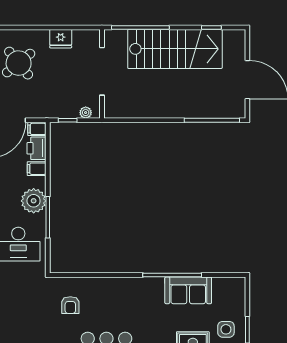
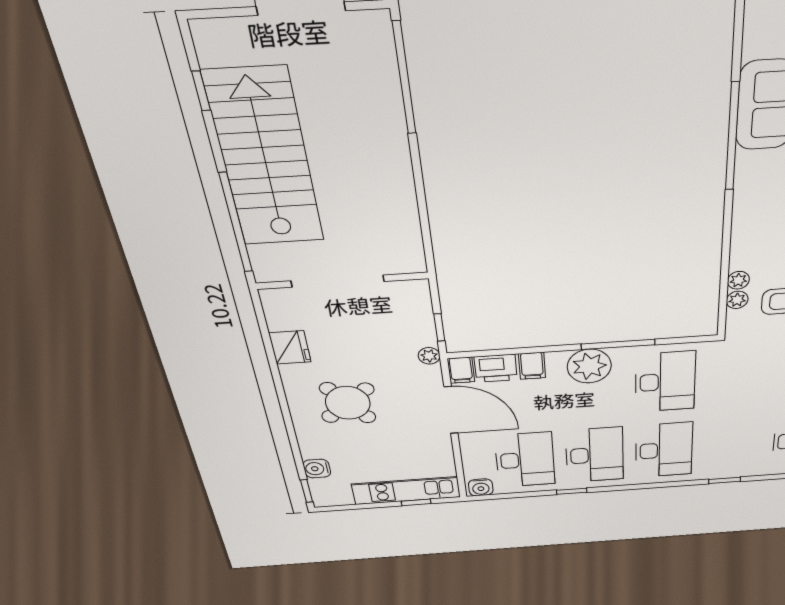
plant: (86, 113) -> (429, 356), moved
plant: (73, 283) -> (737, 300), added
plant: (86, 283) -> (738, 280), added

